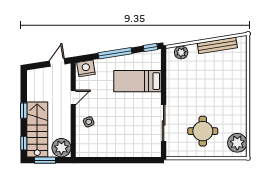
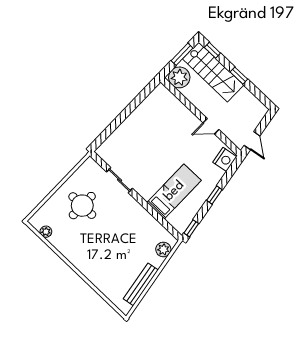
window: (115, 53) -> (214, 195), width x0.46
door: (73, 98) -> (211, 126), hinge flipped
side table: (89, 122) -> (179, 120), removed
sliding door: (164, 123) -> (120, 180), width x0.73
plant: (237, 143) -> (46, 232), width x0.53, depth x0.53

